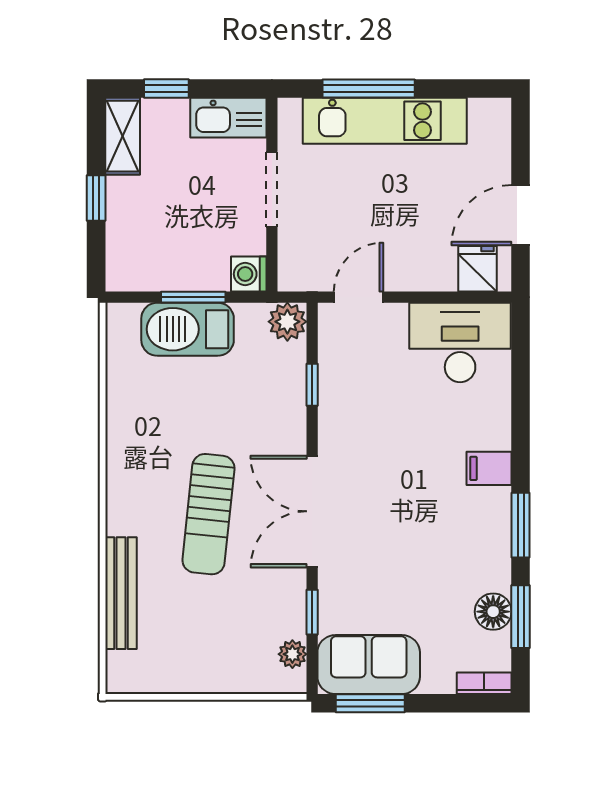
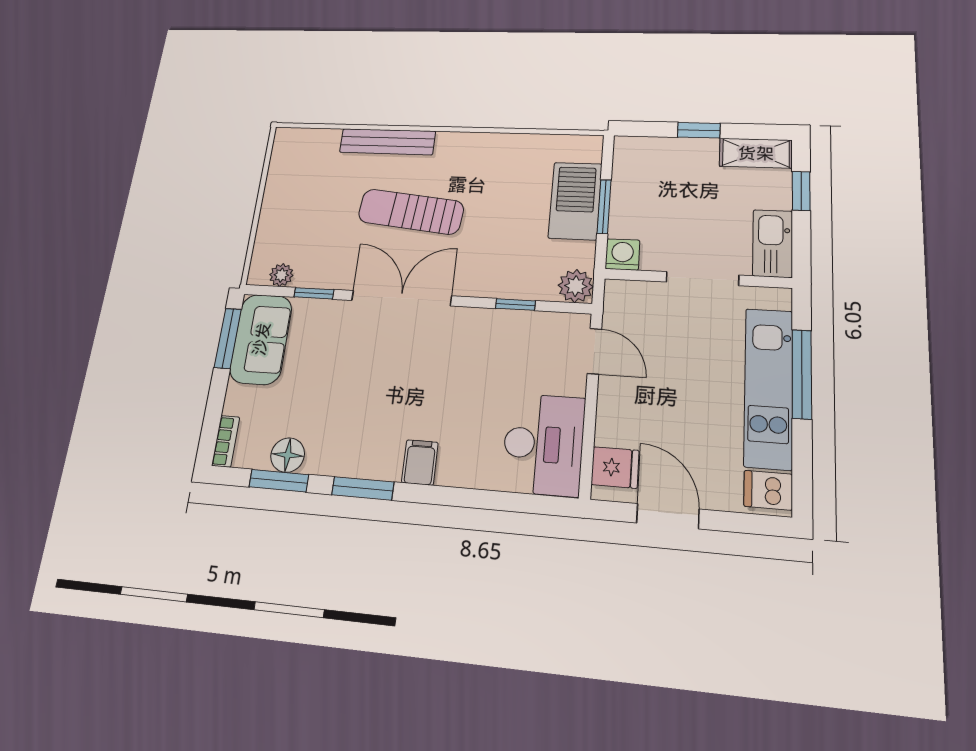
dishwasher: (487, 120) -> (768, 490), added
bench: (121, 593) -> (387, 142), moved

